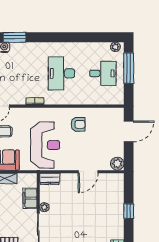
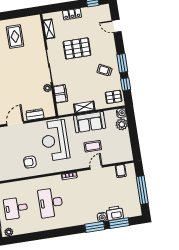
desk: (61, 73) -> (51, 203), turned 180
dresser: (50, 179) -> (35, 114), moved

